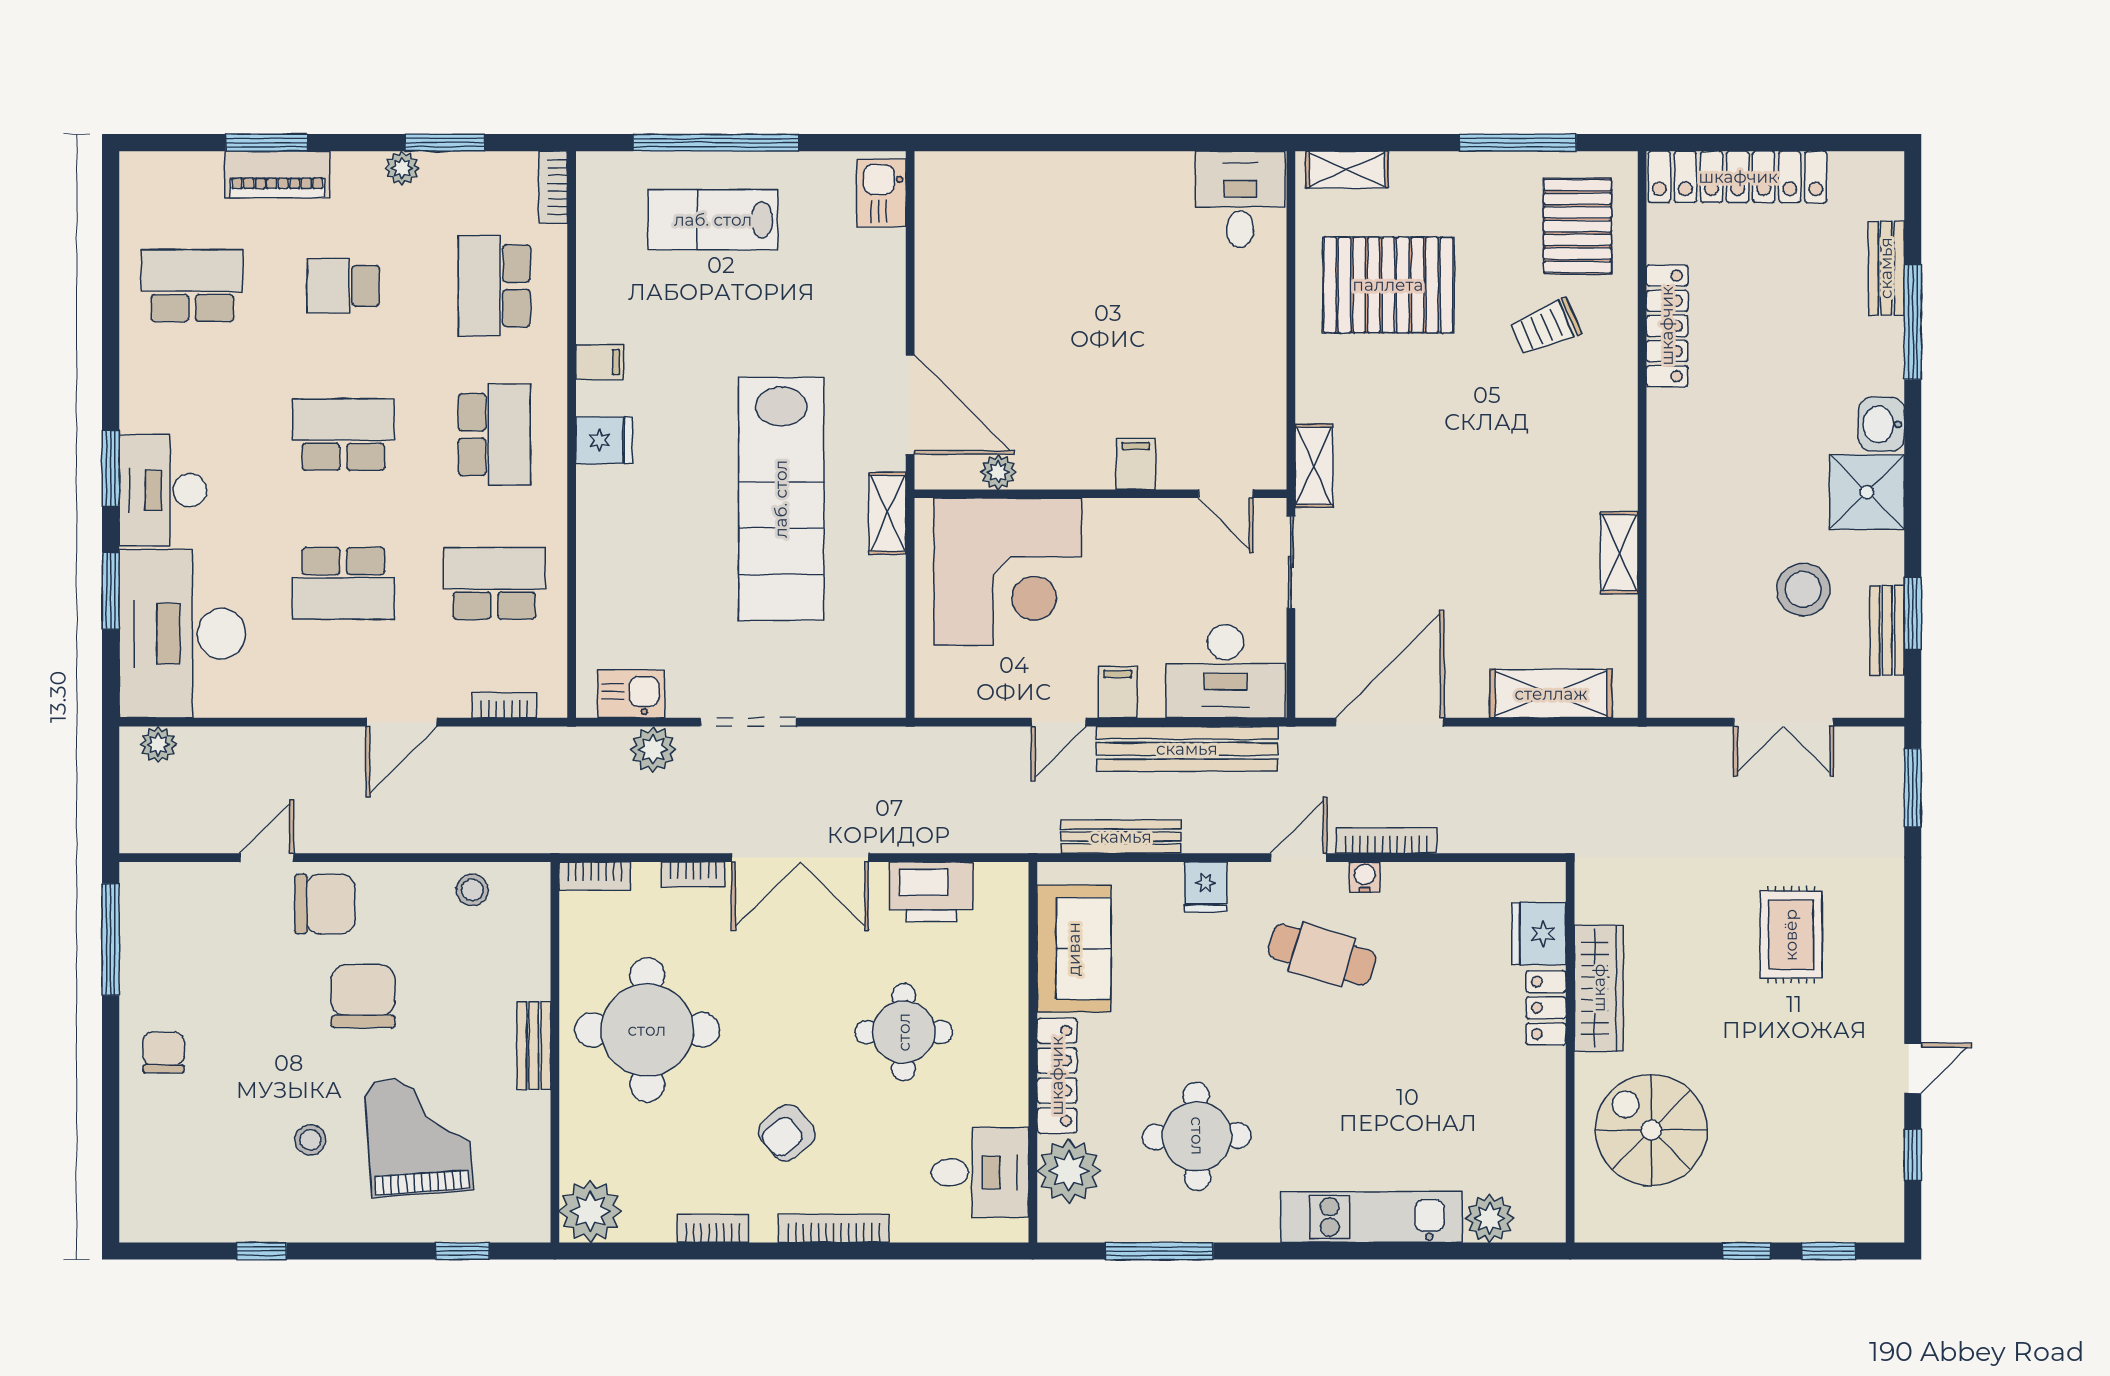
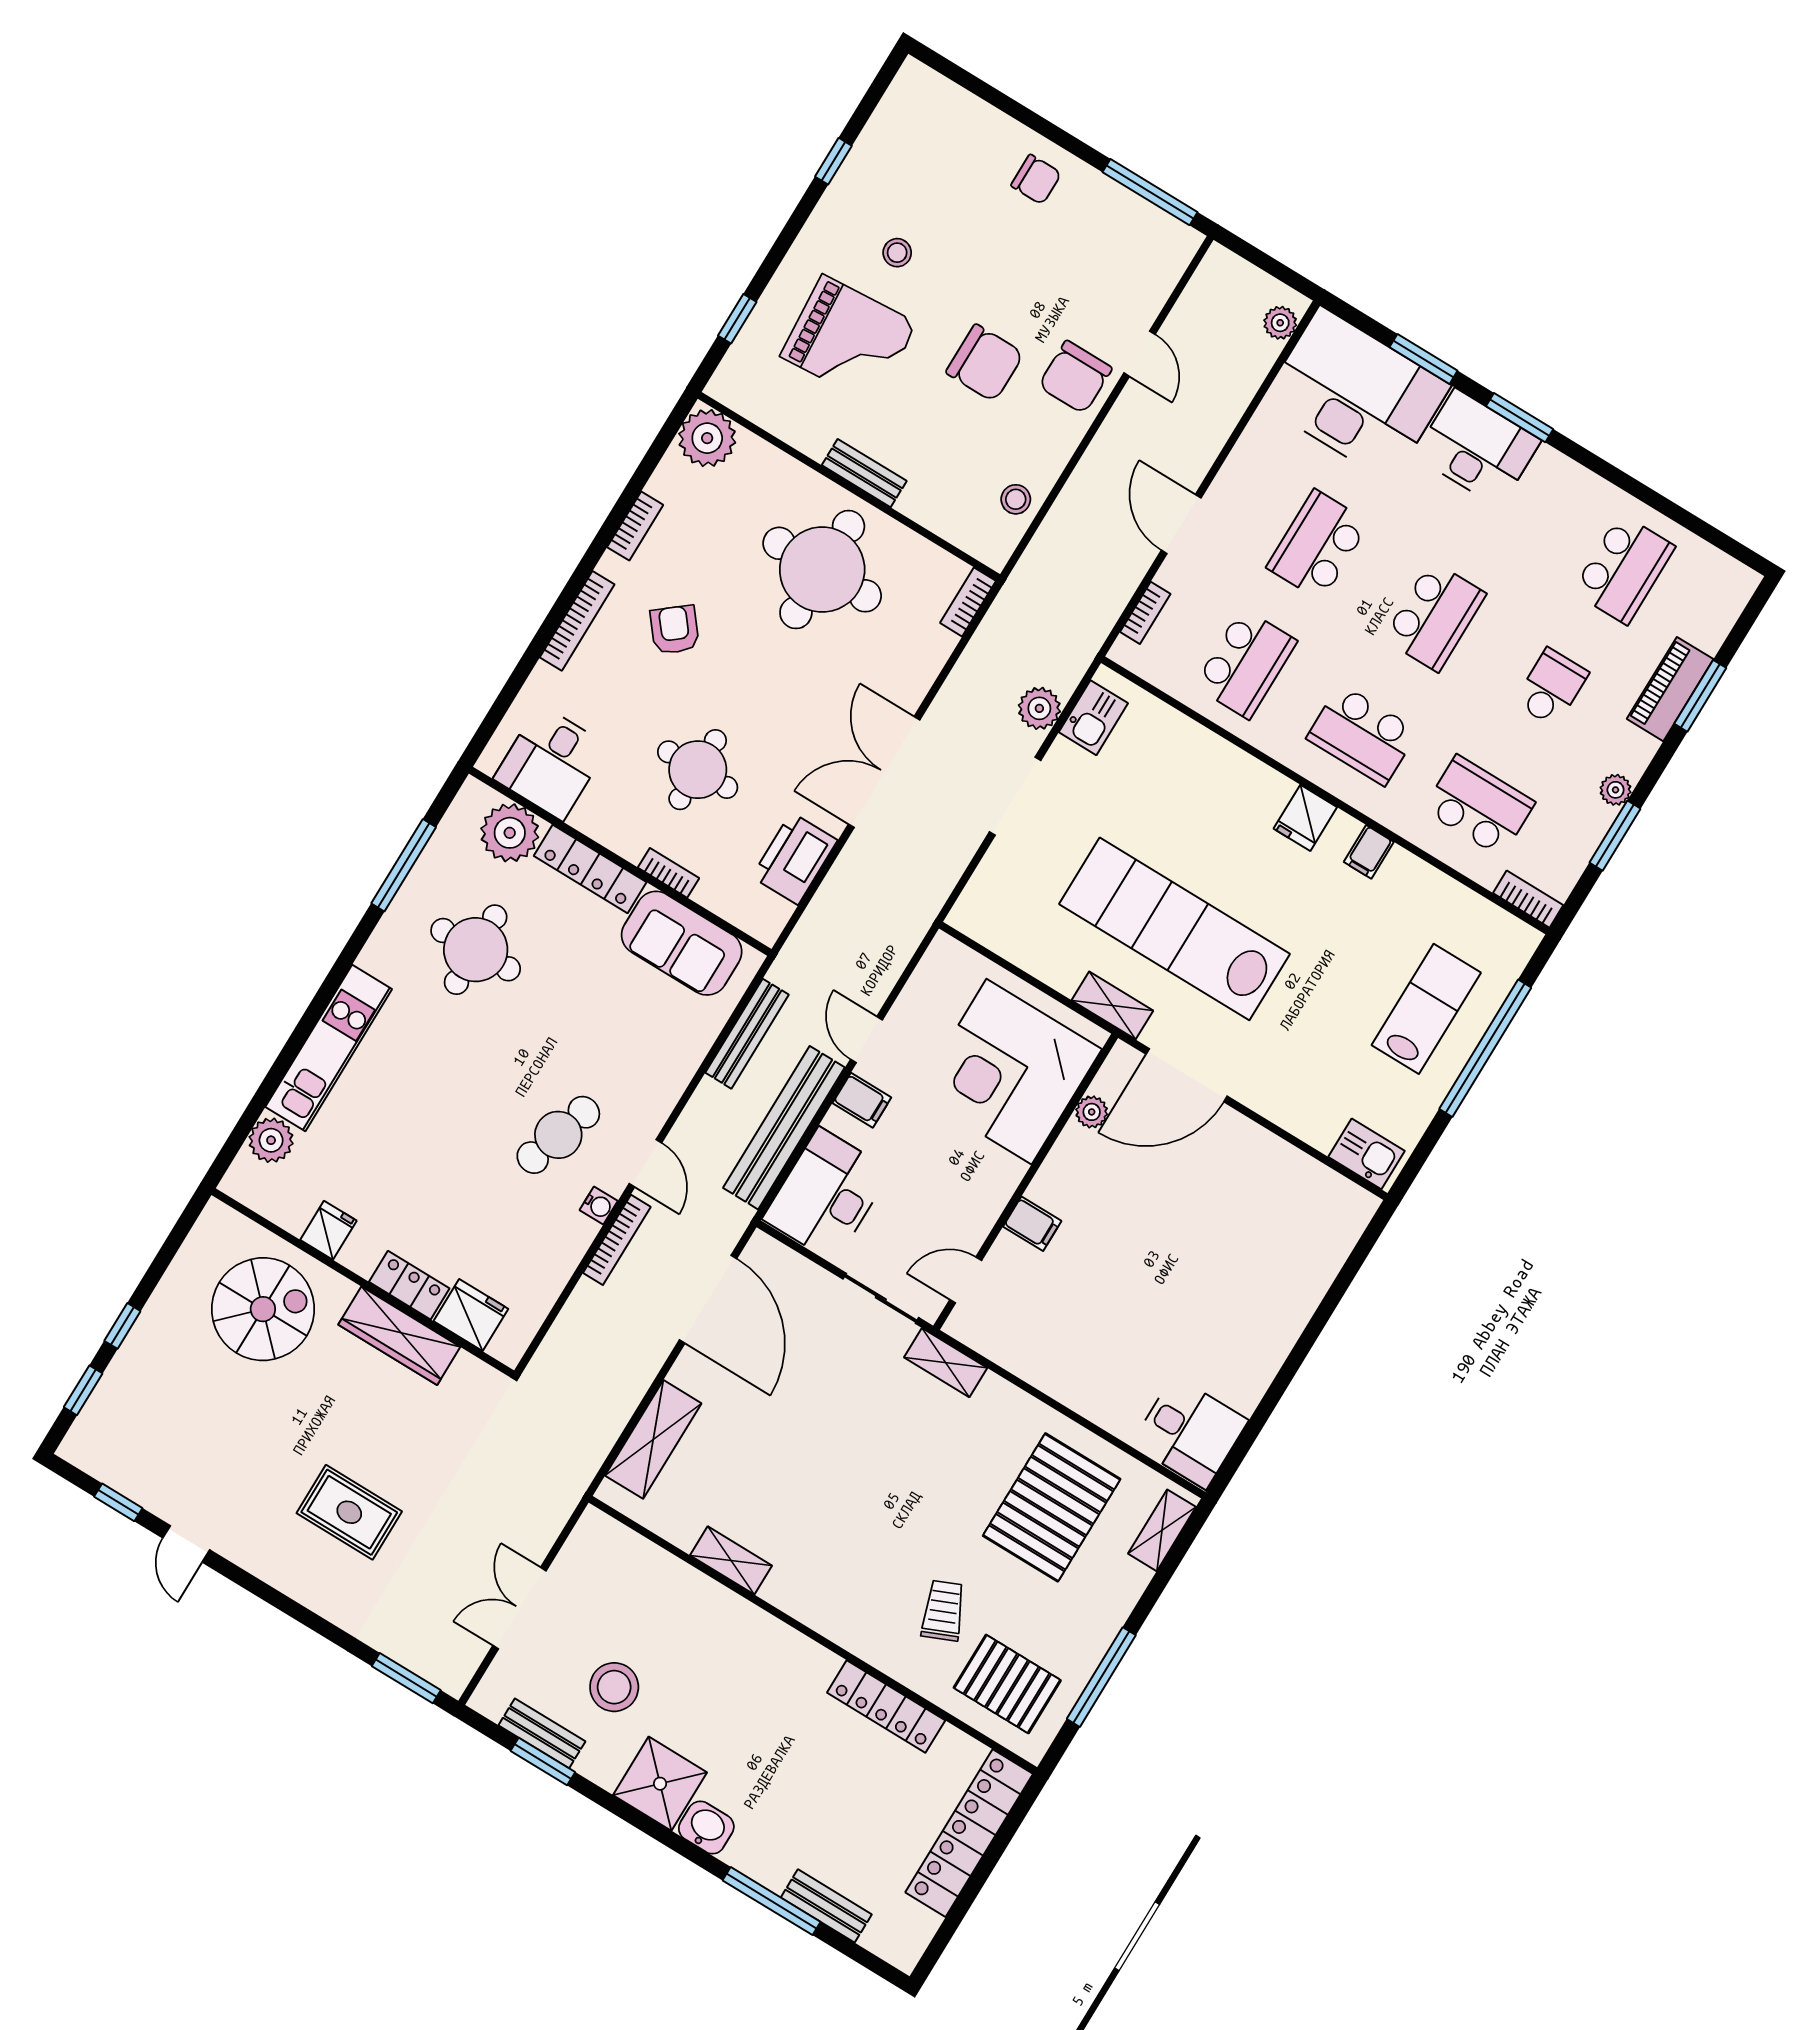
bookcase: (693, 874) -> (669, 873), moved, turned 90
fridge: (1206, 887) -> (328, 1230), moved, turned 90

